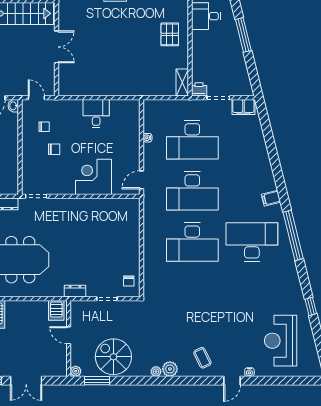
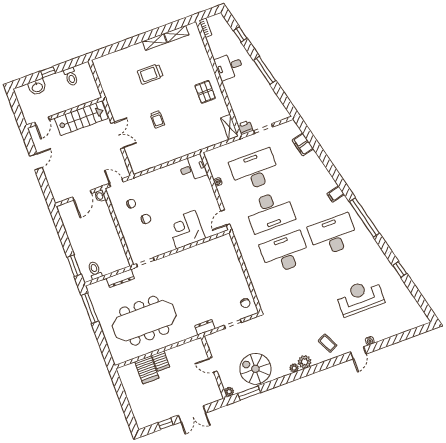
trolley: (107, 45) -> (157, 119), added
filing cabinet: (243, 107) -> (303, 144), moved, turned 76
desk: (96, 114) -> (193, 168), moved, turned 90
desk: (192, 140) -> (255, 170), turned 180
desk: (192, 242) -> (285, 253), turned 180
server rack: (56, 310) -> (161, 361), moved
reception desk: (281, 341) -> (360, 297), moved, turned 90

